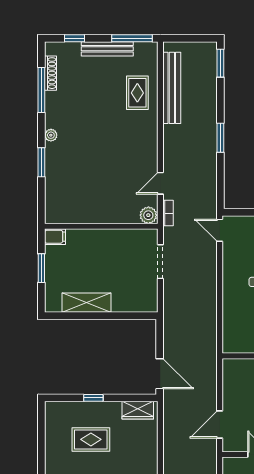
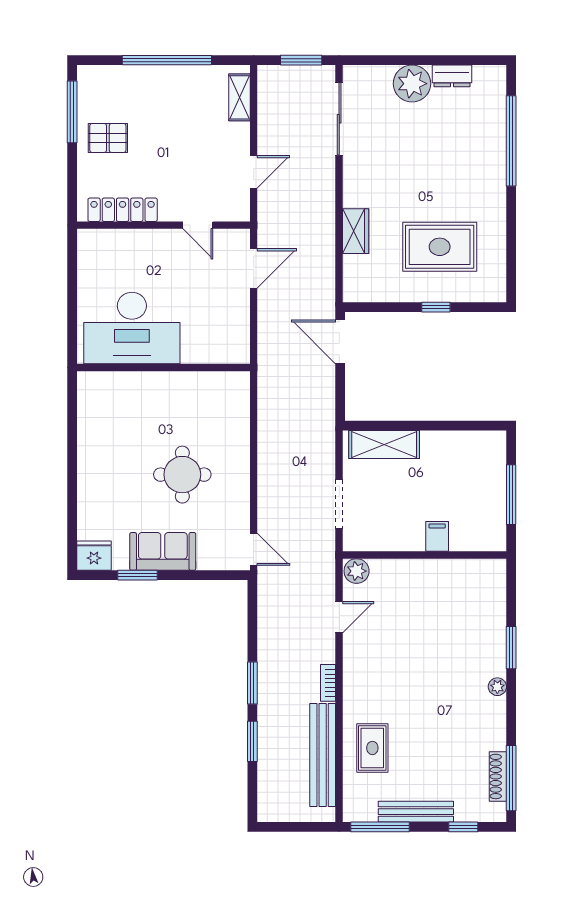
window: (220, 63) -> (252, 741), moved
window: (41, 90) -> (511, 778), moved
bookcase: (168, 213) -> (328, 683), moved
filing cabinet: (55, 237) -> (437, 536), moved, turned 90
window: (41, 268) -> (511, 495), width x1.44
shelving: (86, 303) -> (384, 445), moved
wardrobe: (138, 410) -> (356, 231), moved, turned 90
rug: (91, 439) -> (440, 247), width x1.36, depth x1.43

